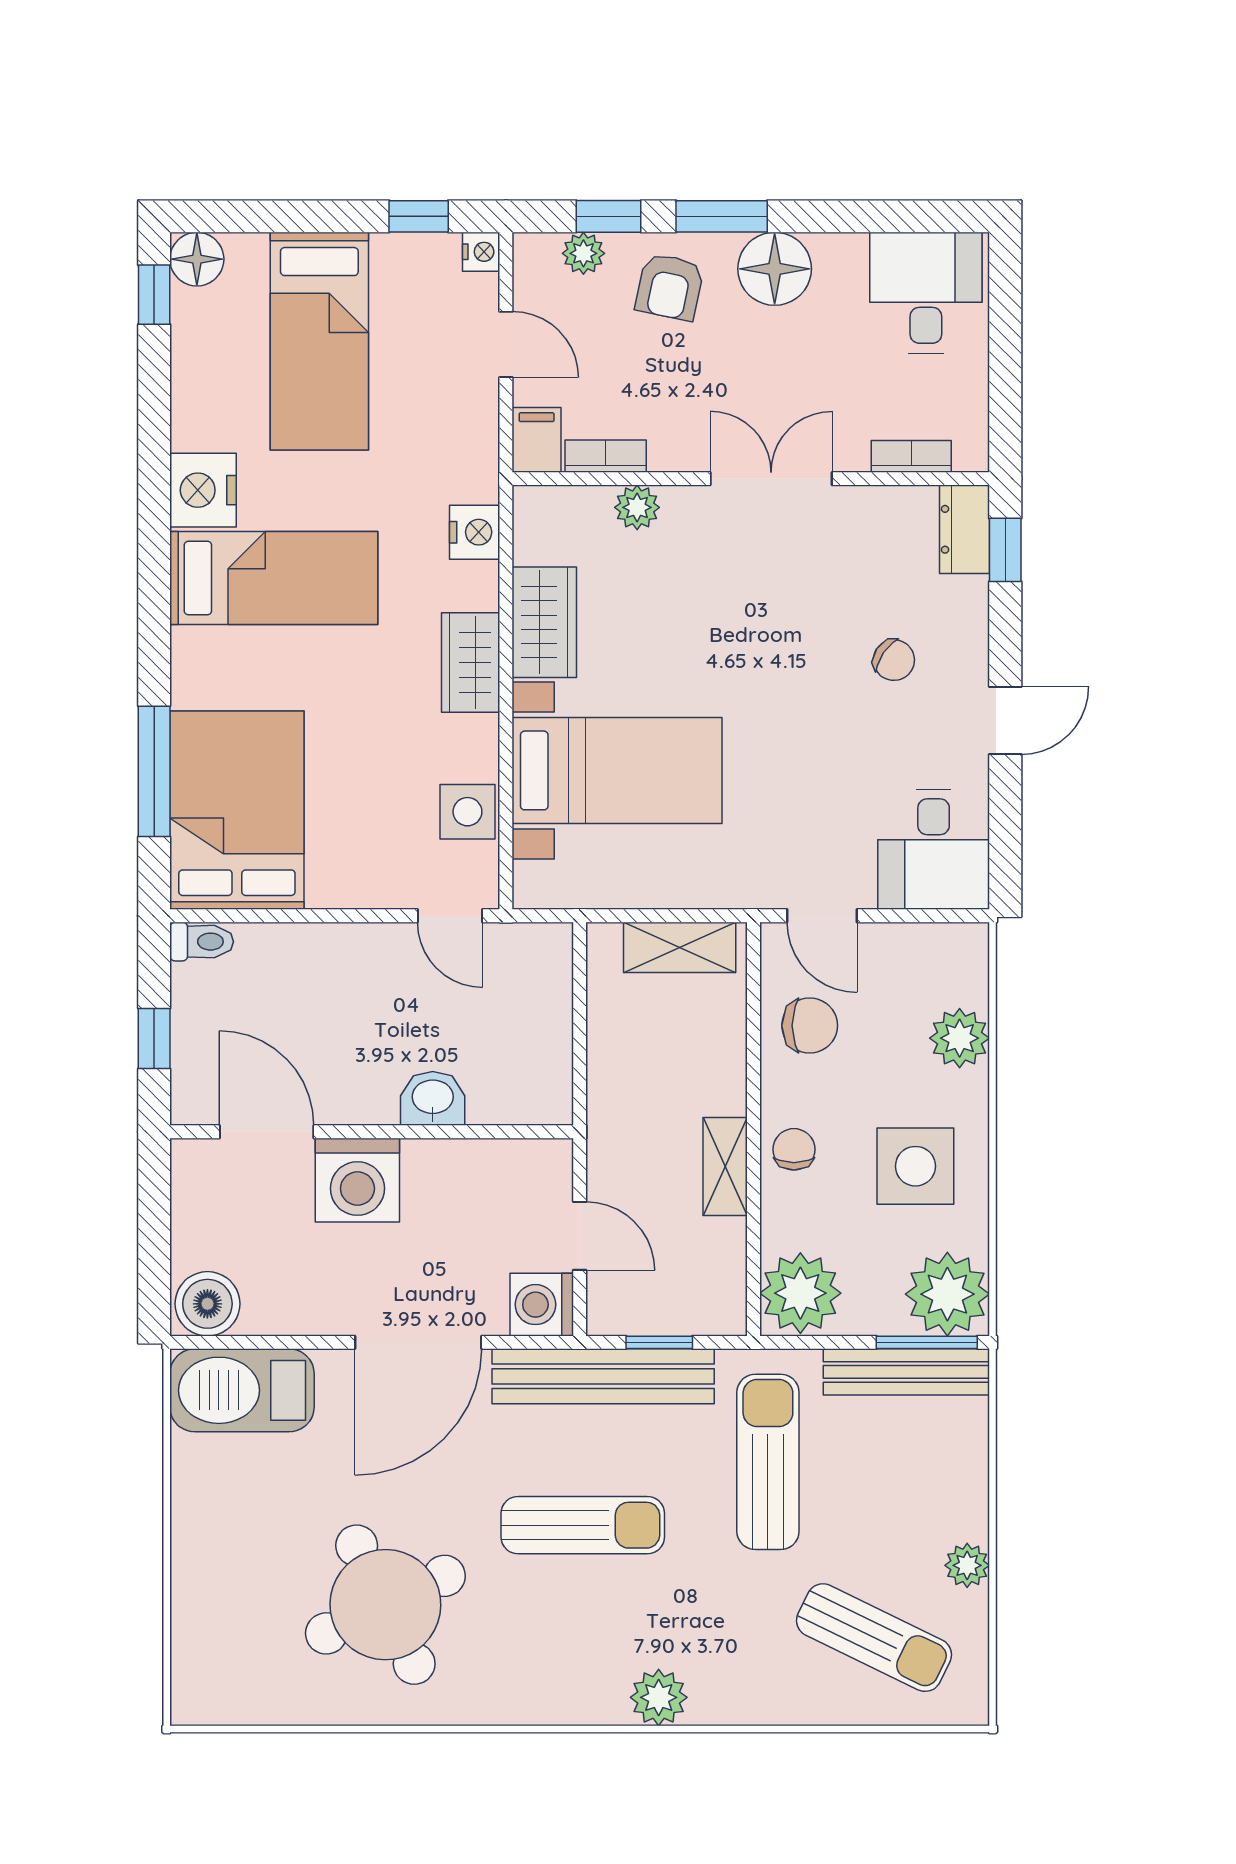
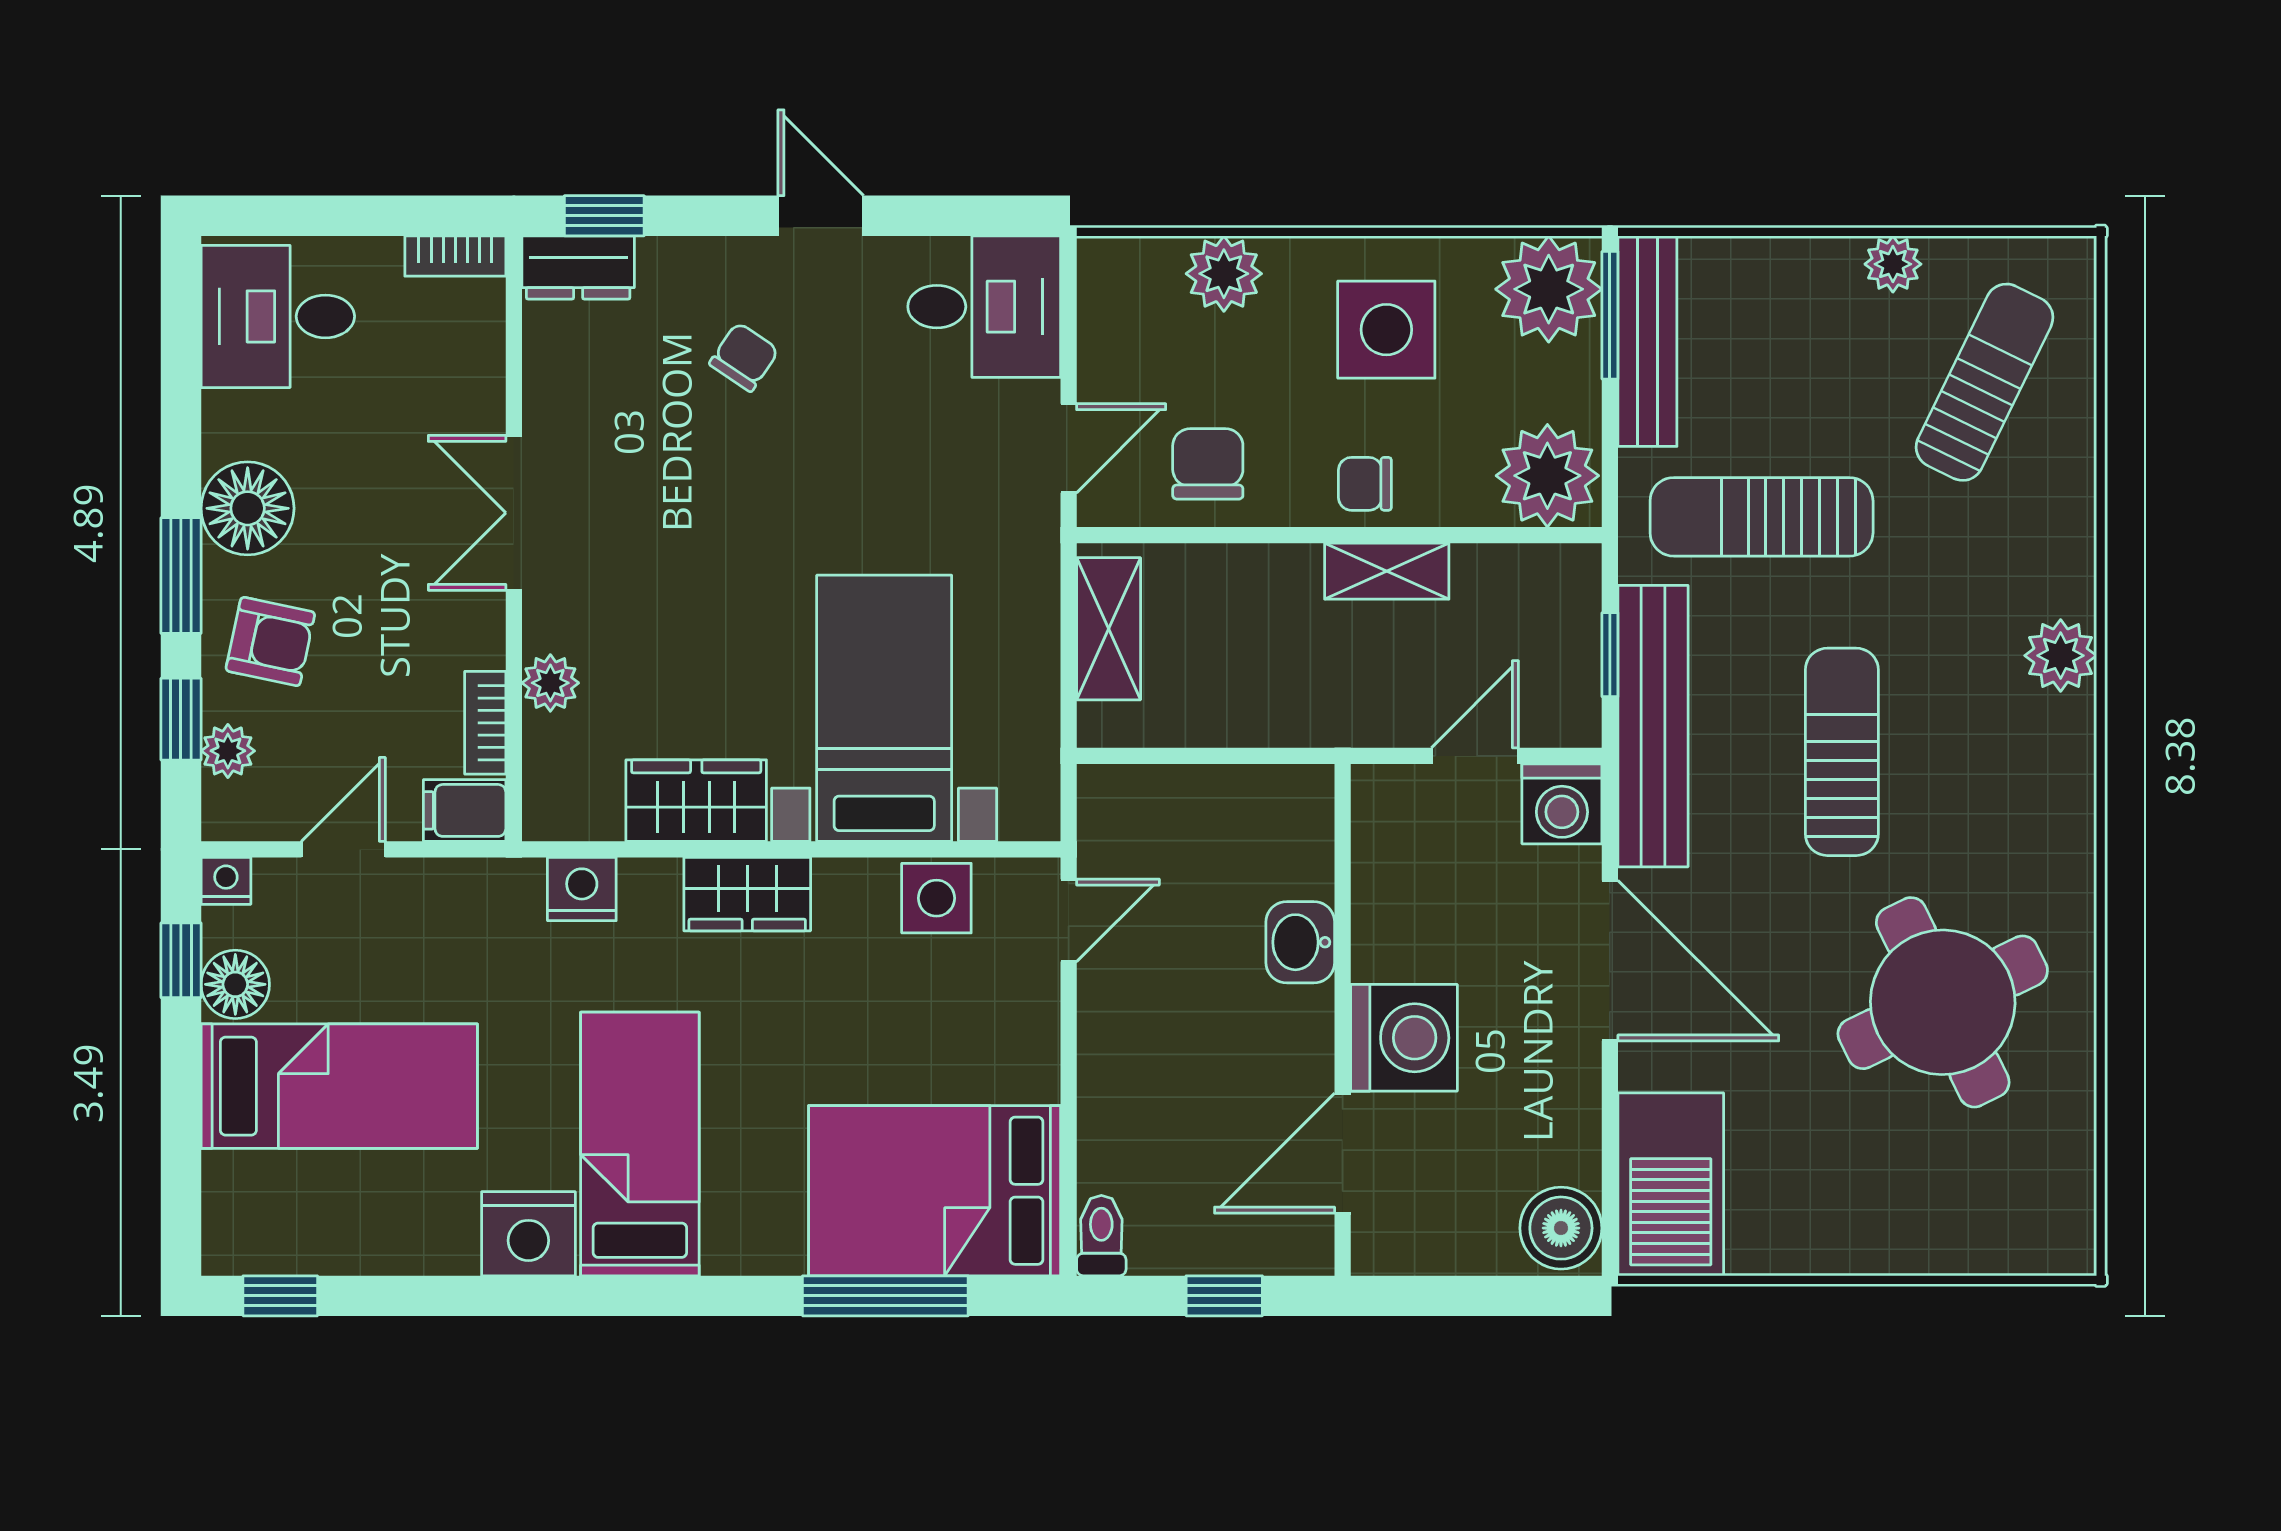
floor lamp: (197, 259) -> (235, 984), moved
bookcase: (911, 456) -> (455, 256), moved, turned -90

